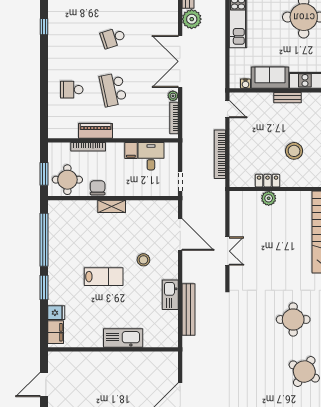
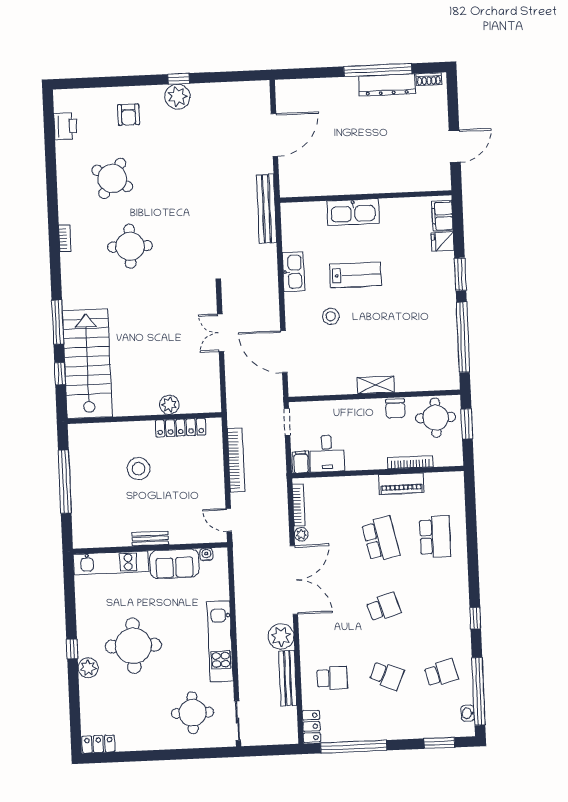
school desk: (72, 90) -> (435, 537), width x1.85
filing cabinet: (131, 150) -> (301, 462), moved
locker: (268, 181) -> (181, 428), width x1.53
lab bench: (104, 277) -> (356, 275), moved, turned 180
bench: (188, 309) -> (267, 209), moved

